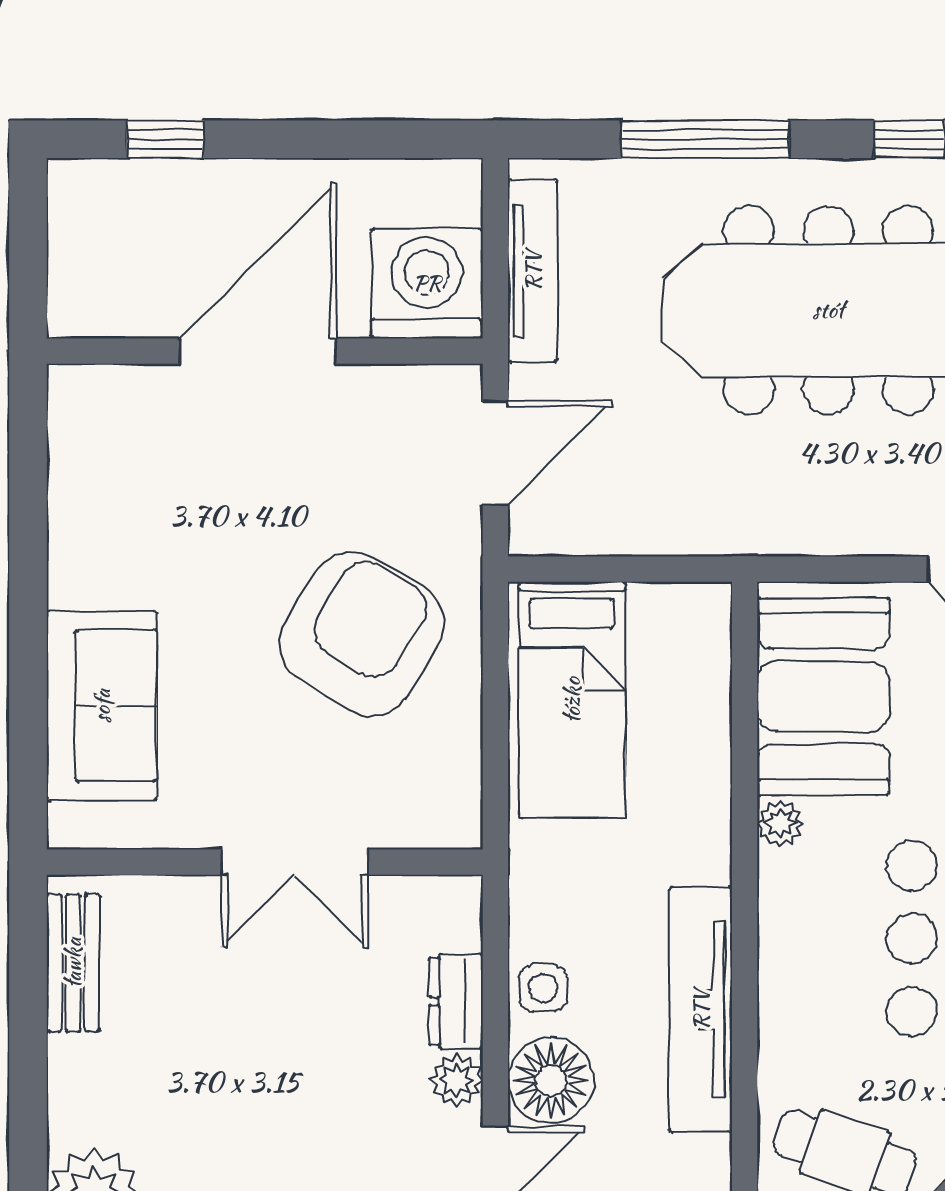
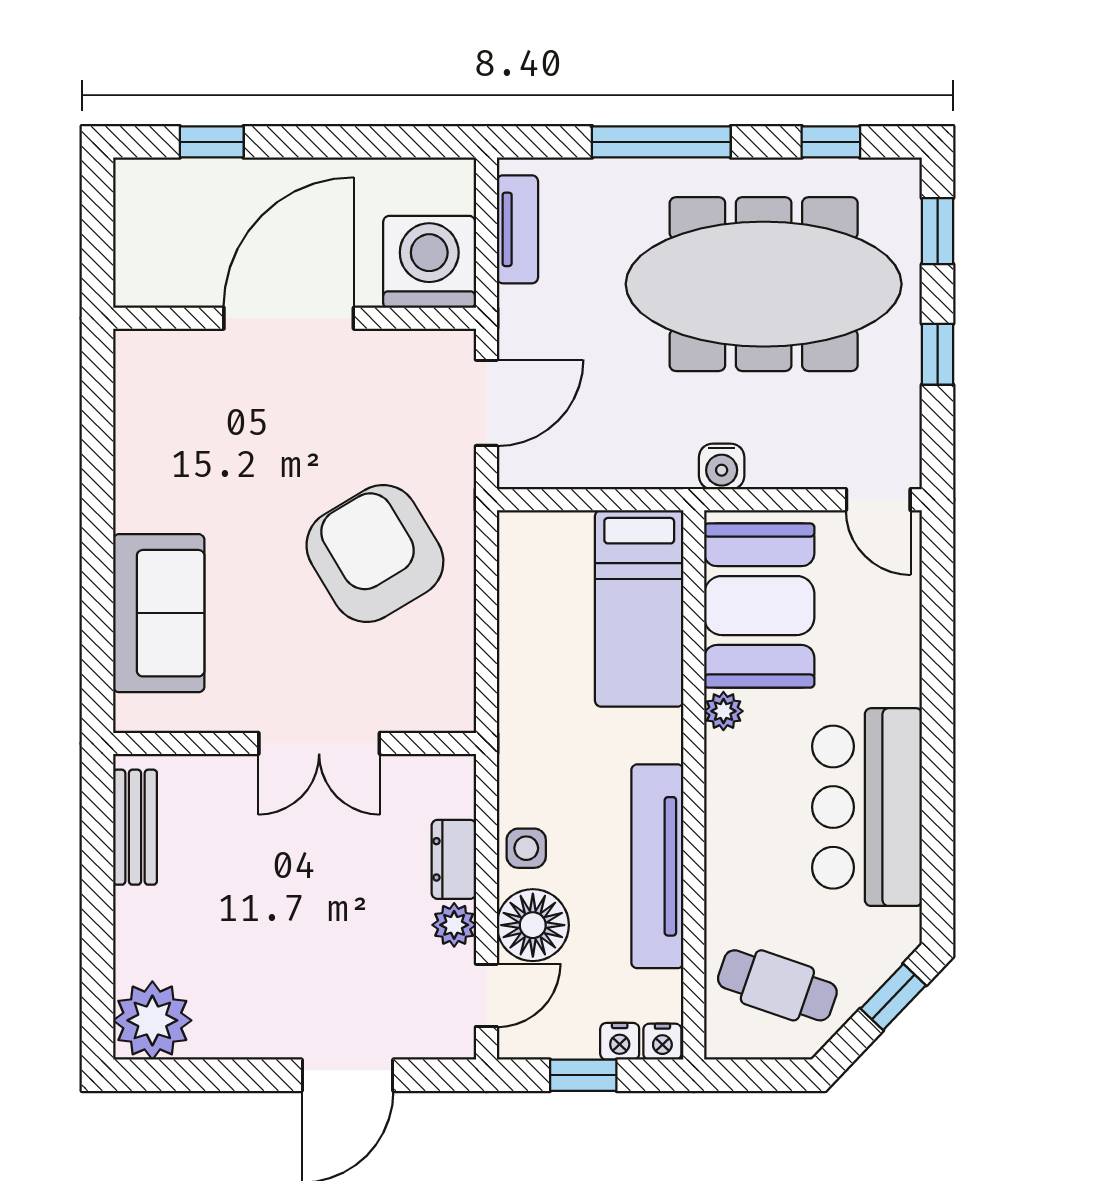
tv unit: (533, 271) -> (517, 229), width x0.71
water cooler: (778, 529) -> (722, 467), added
armchair: (361, 634) -> (375, 554), turned -62
bed: (572, 700) -> (639, 608), moved

